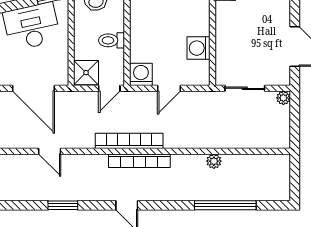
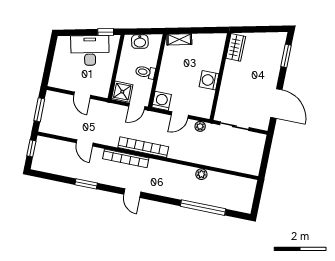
washing machine: (199, 48) -> (209, 80), moved
door: (33, 88) -> (82, 95), width x0.53
plant: (283, 98) -> (200, 126), moved
bookcase: (139, 161) -> (126, 158), moved

